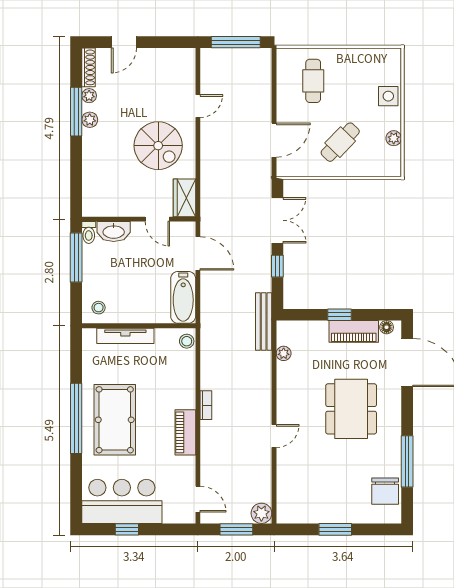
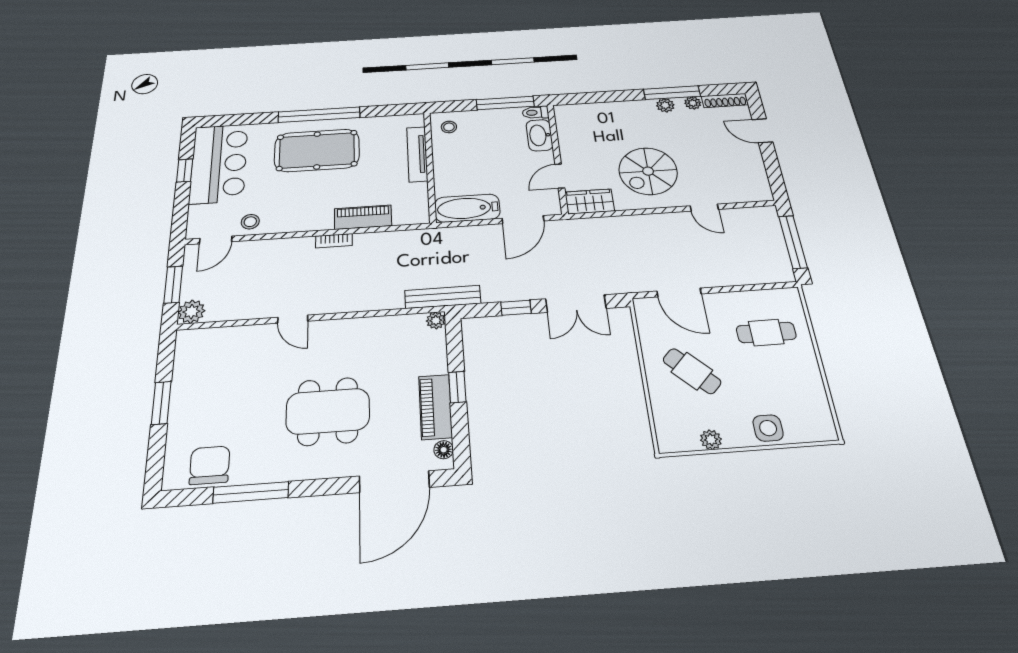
stool: (187, 341) -> (250, 222), moved
plant: (284, 353) -> (436, 320), moved
piano: (185, 432) -> (363, 217), moved
chair: (385, 491) -> (210, 465), turned 90

